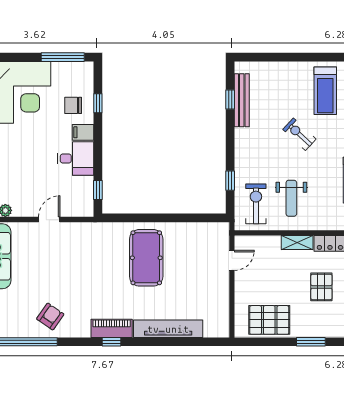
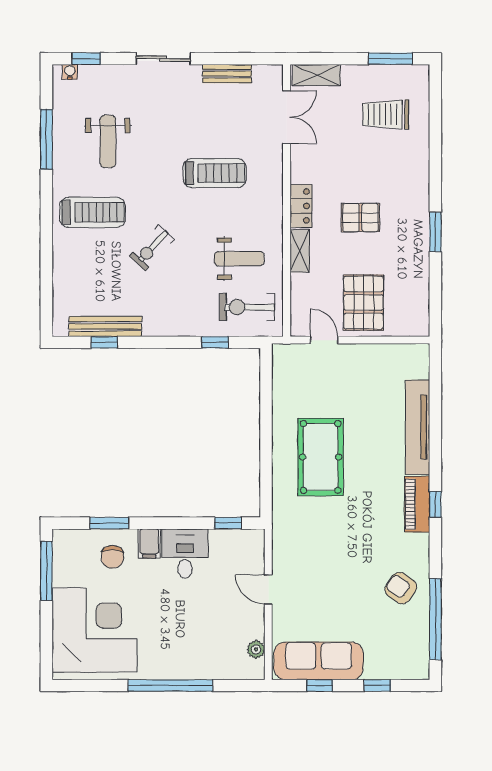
window: (98, 103) -> (109, 523), width x1.50
pool table: (146, 258) -> (321, 457), turned 90
pallet: (269, 320) -> (364, 303), moved

